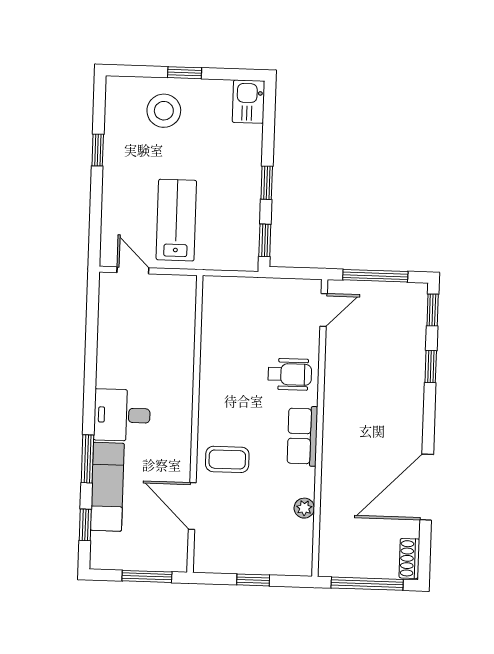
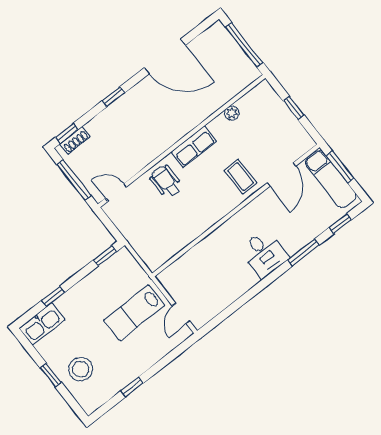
kitchen sink: (249, 102) -> (42, 324), width x1.38
window: (267, 183) -> (53, 296), moved
window: (431, 367) -> (113, 97), moved
exam couch: (107, 487) -> (331, 179), moved, turned -90
shoe rack: (409, 558) -> (75, 140), moved

